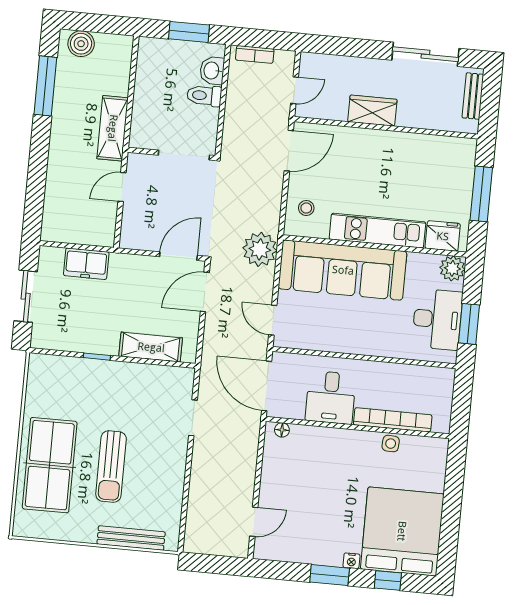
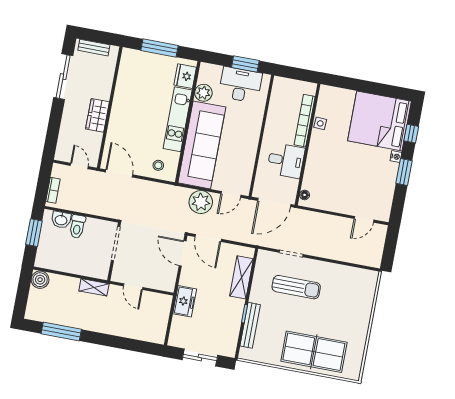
boiler: (81, 44) -> (40, 280), moved
shelving: (113, 128) -> (94, 287), width x0.67, depth x0.75
plant: (260, 249) -> (201, 202), moved
freezer: (86, 264) -> (185, 301), moved
plant: (452, 268) -> (203, 93), moved
sun lounger: (111, 467) -> (296, 287), moved
door: (254, 522) -> (364, 219), swing flipped
bench: (131, 538) -> (250, 325), moved

